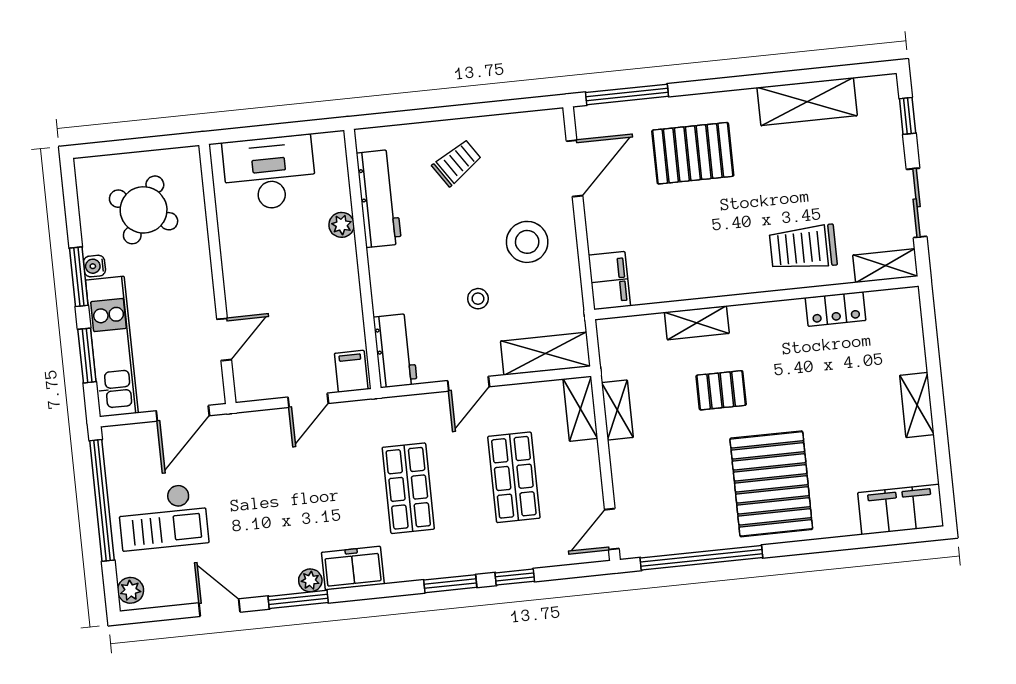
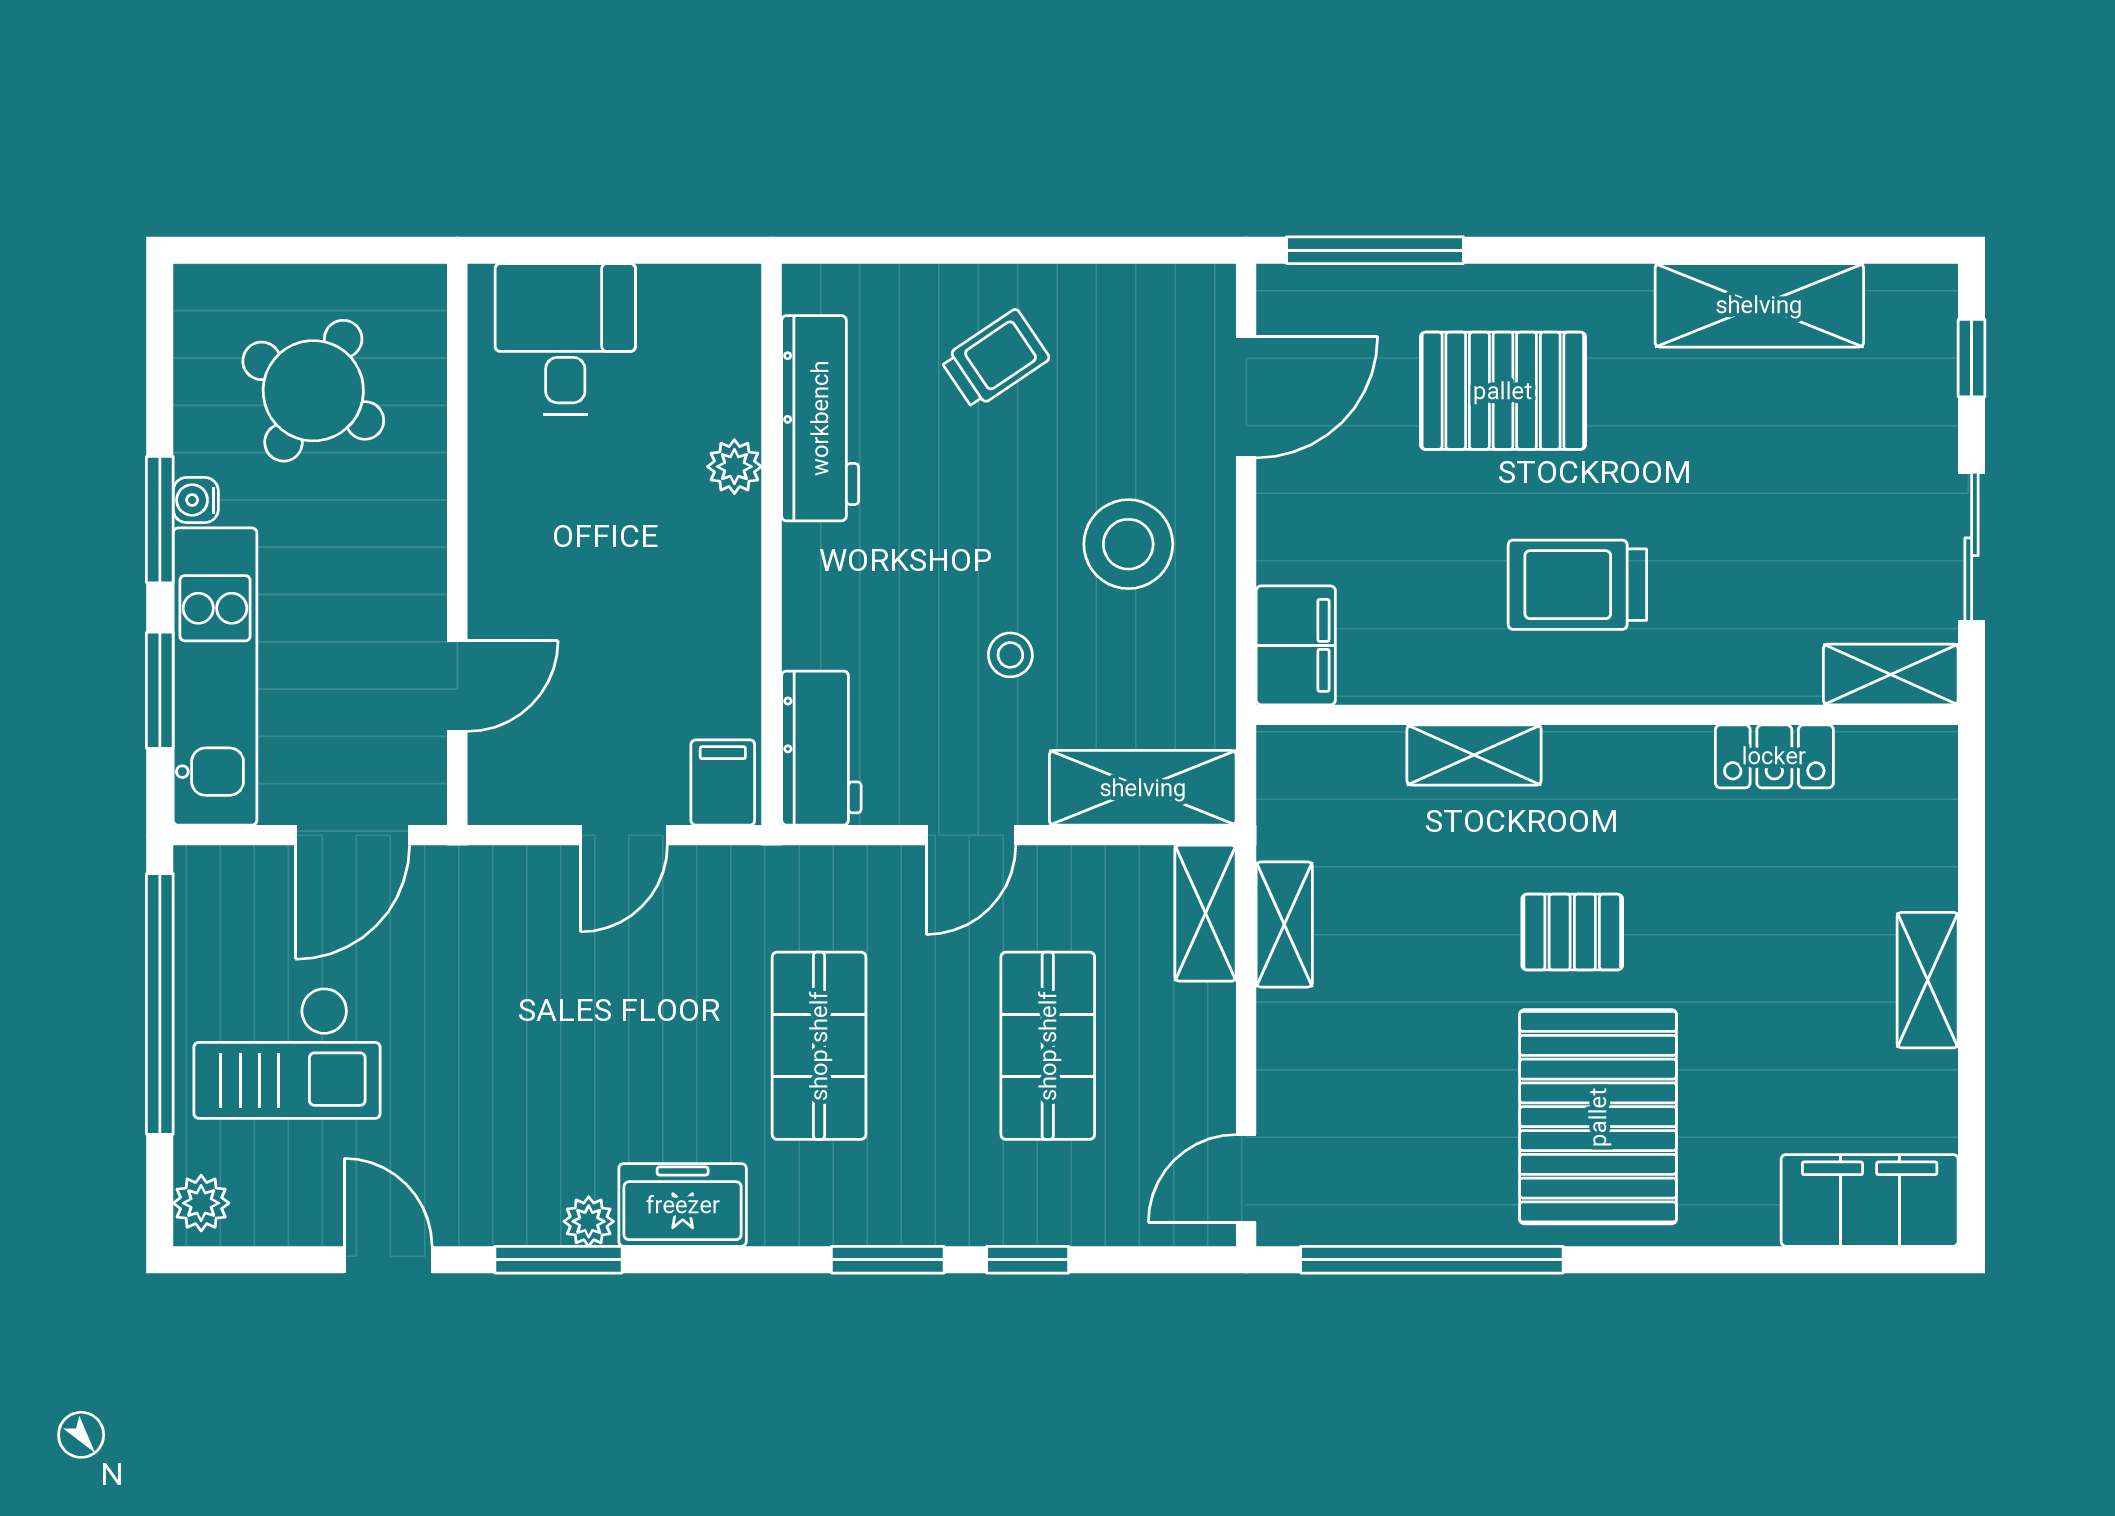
desk: (269, 173) -> (565, 339), width x0.73
trolley: (803, 248) -> (1577, 585), moved
pallet: (721, 390) -> (1572, 932), moved

